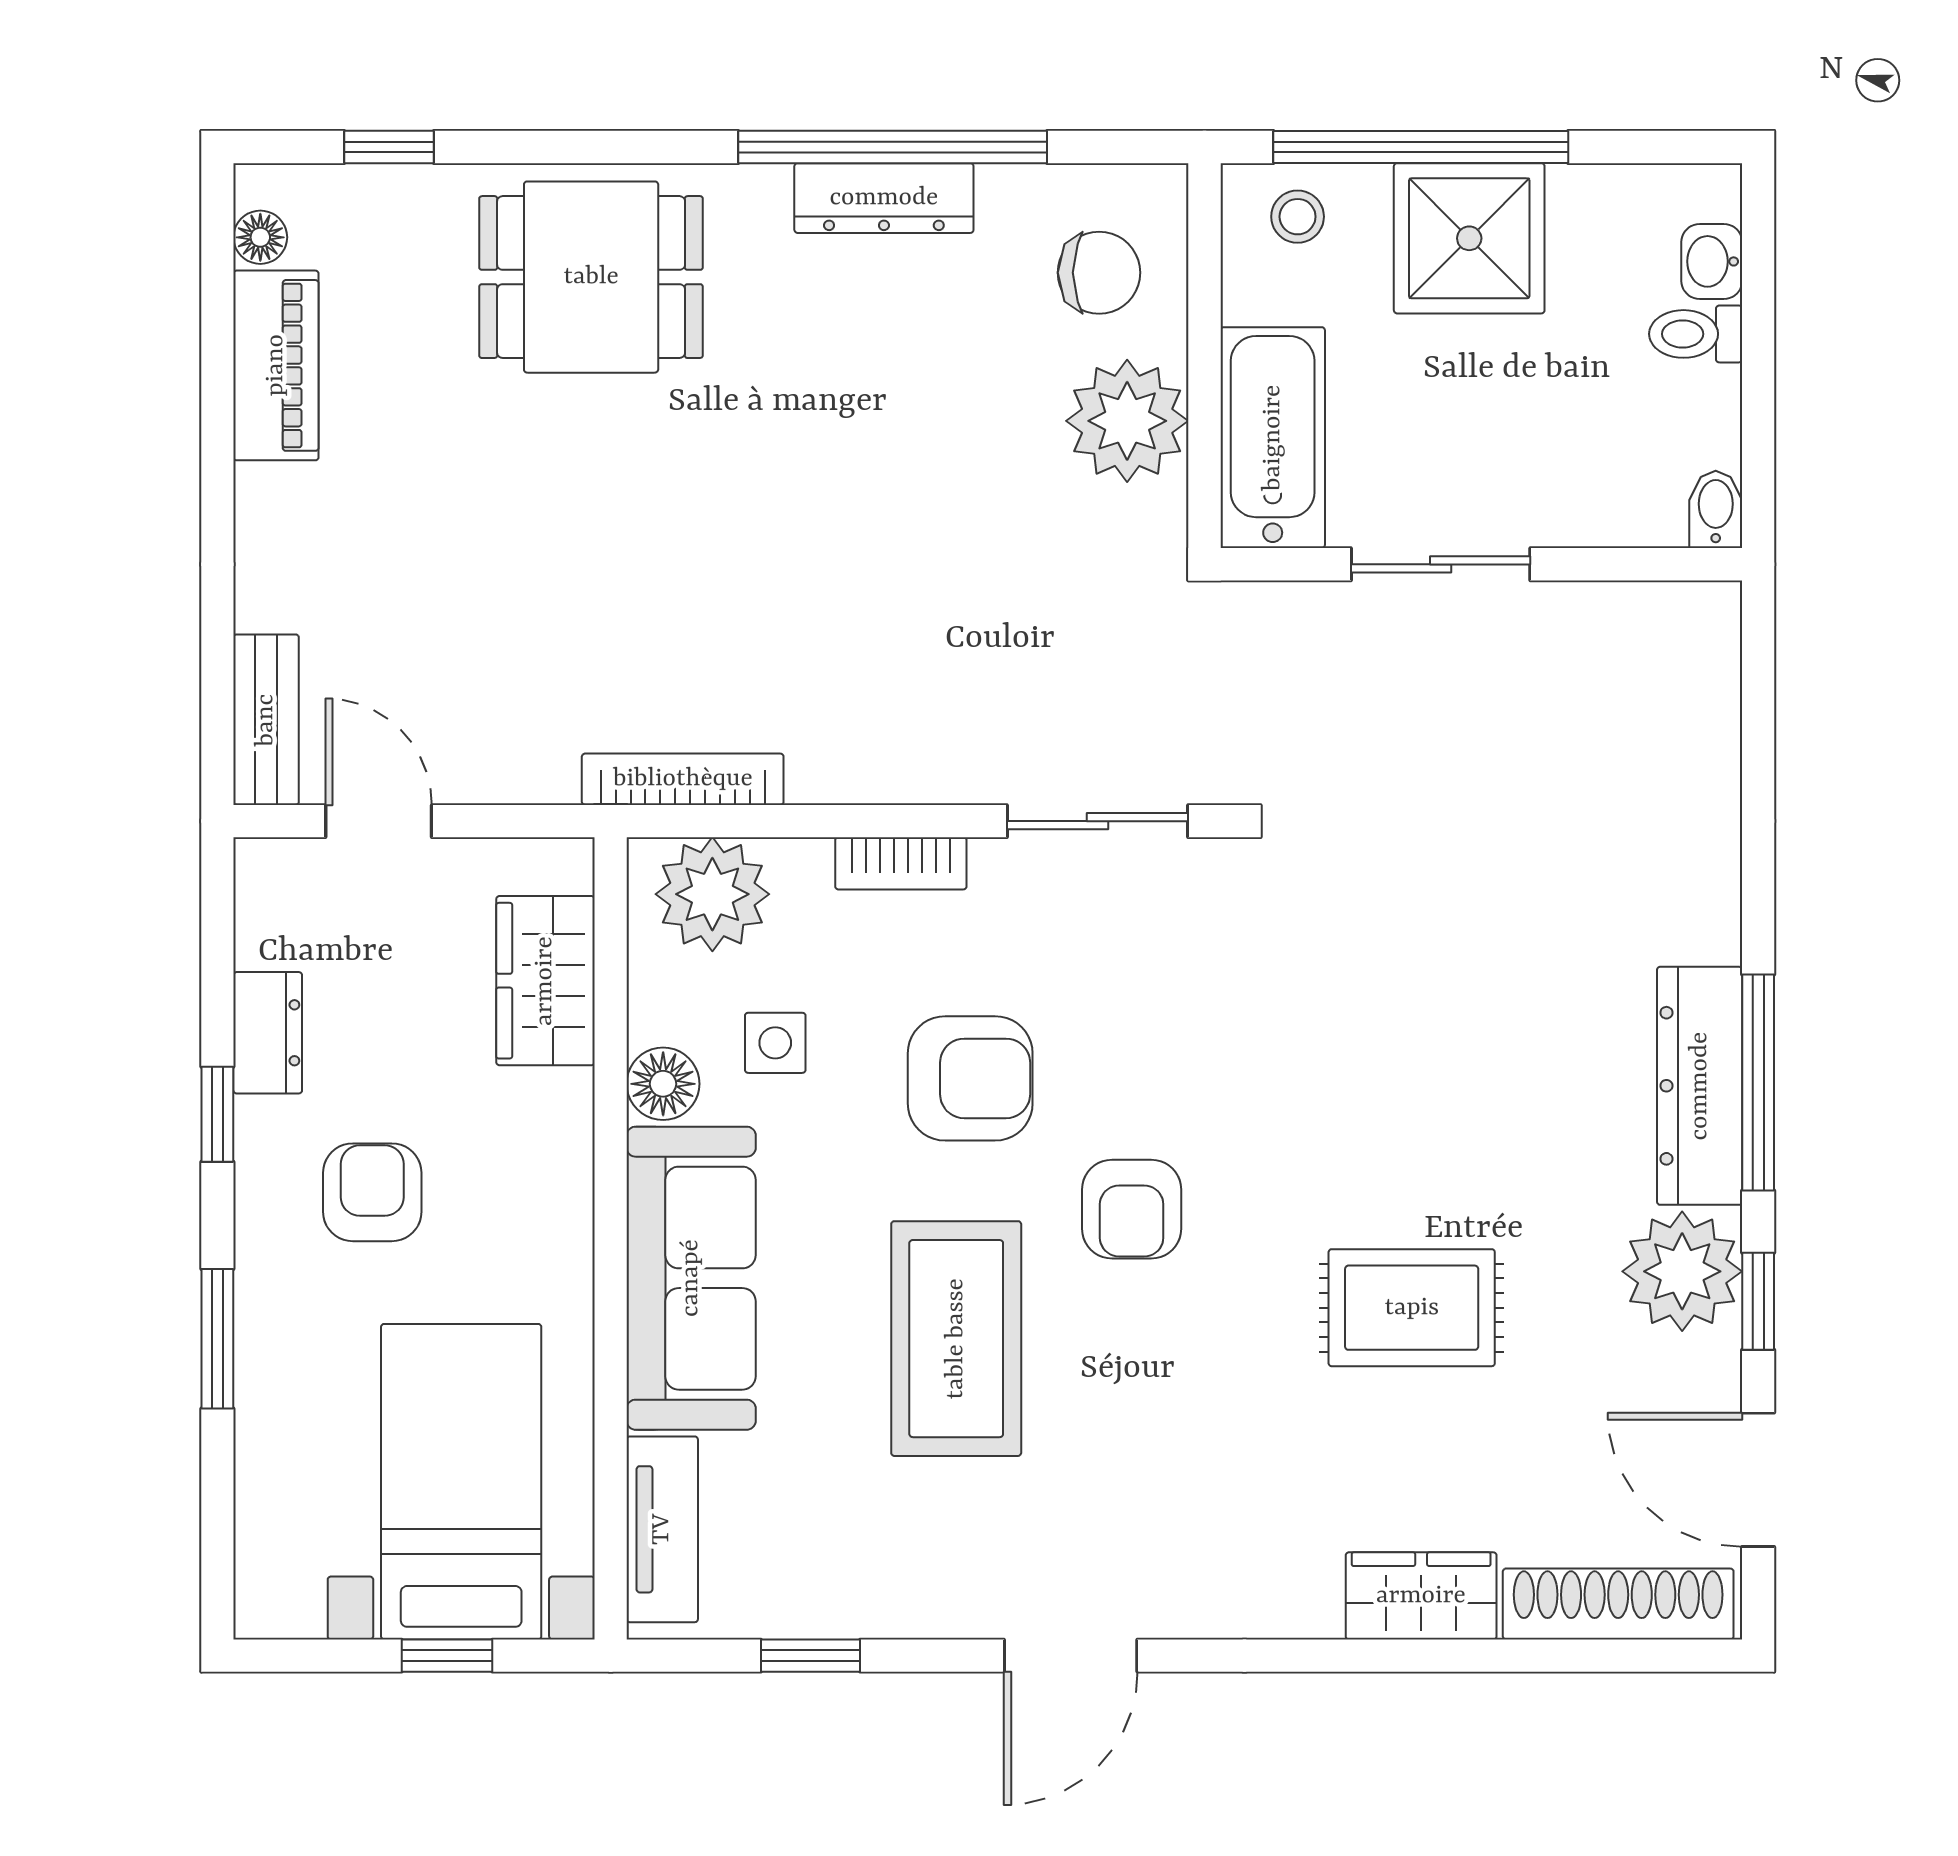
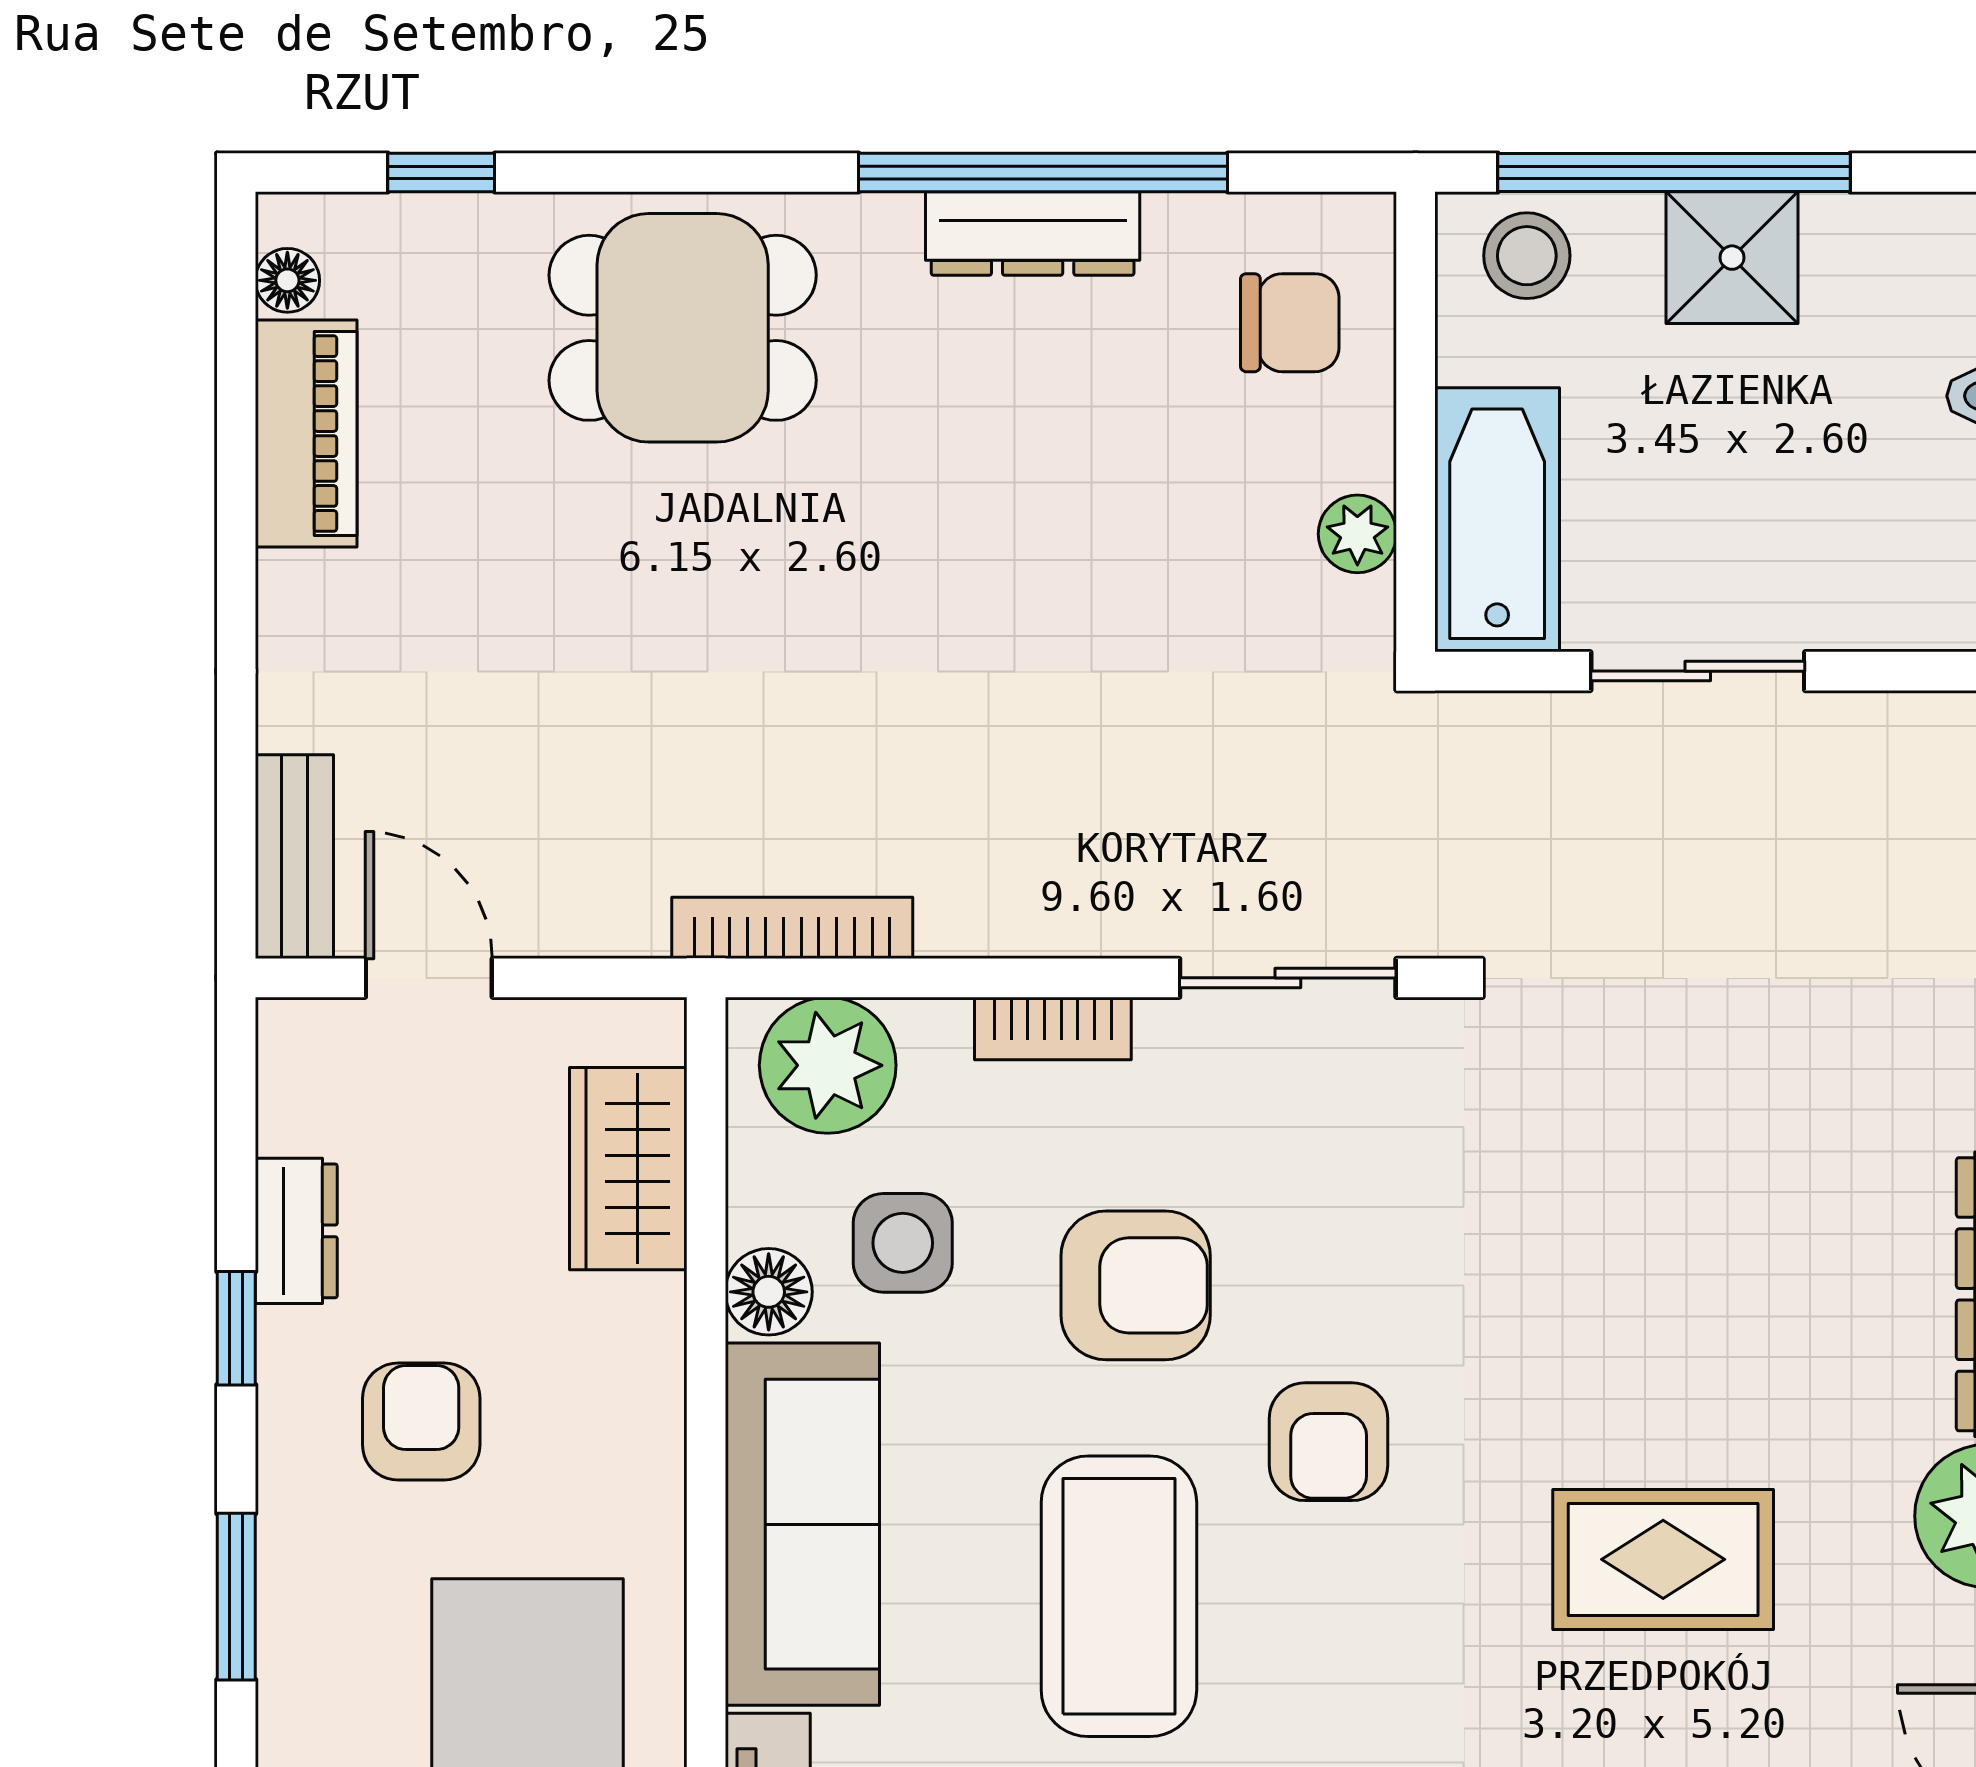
stool: (1298, 217) -> (1527, 256), width x1.37, depth x1.37
shower: (1469, 238) -> (1732, 258), width x0.73, depth x0.73
plant: (1127, 421) -> (1357, 534), width x0.53, depth x0.53
side table: (775, 1043) -> (903, 1243), width x1.37, depth x1.37

